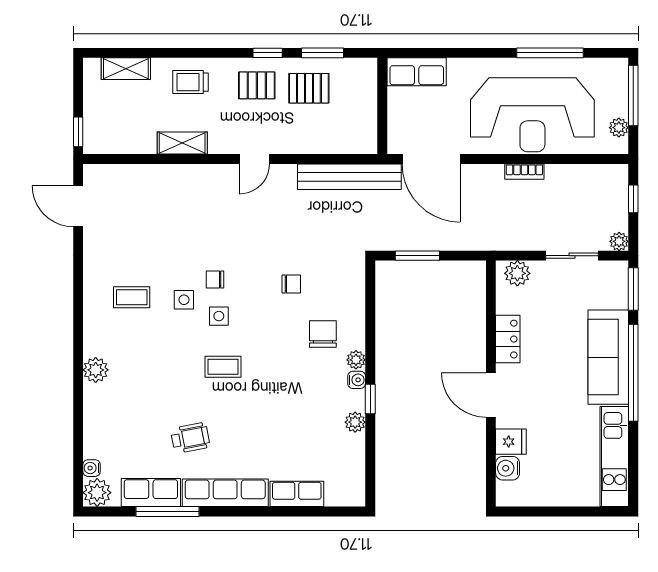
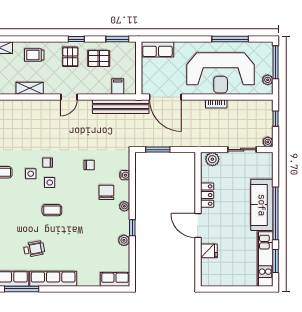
window: (322, 53) -> (117, 39), moved
pallet: (257, 85) -> (70, 57), turned 90
filing cabinet: (344, 140) -> (118, 86), added
window: (633, 289) -> (276, 261), moved
water cooler: (357, 380) -> (125, 175), moved
water cooler: (508, 468) -> (207, 265), removed
row of seats: (297, 494) -> (115, 279), moved

